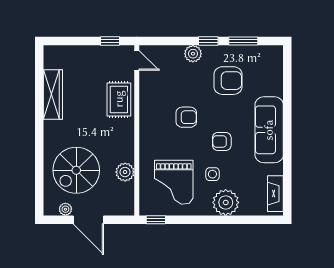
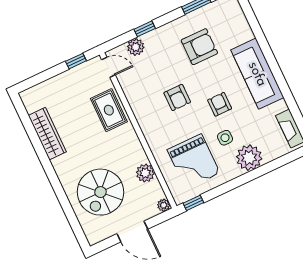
window: (208, 41) -> (145, 29), moved
plant: (193, 54) -> (136, 47), moved
armchair: (186, 117) -> (177, 97), turned 90
armchair: (222, 141) -> (220, 104), turned 90
plant: (65, 209) -> (164, 205), moved

